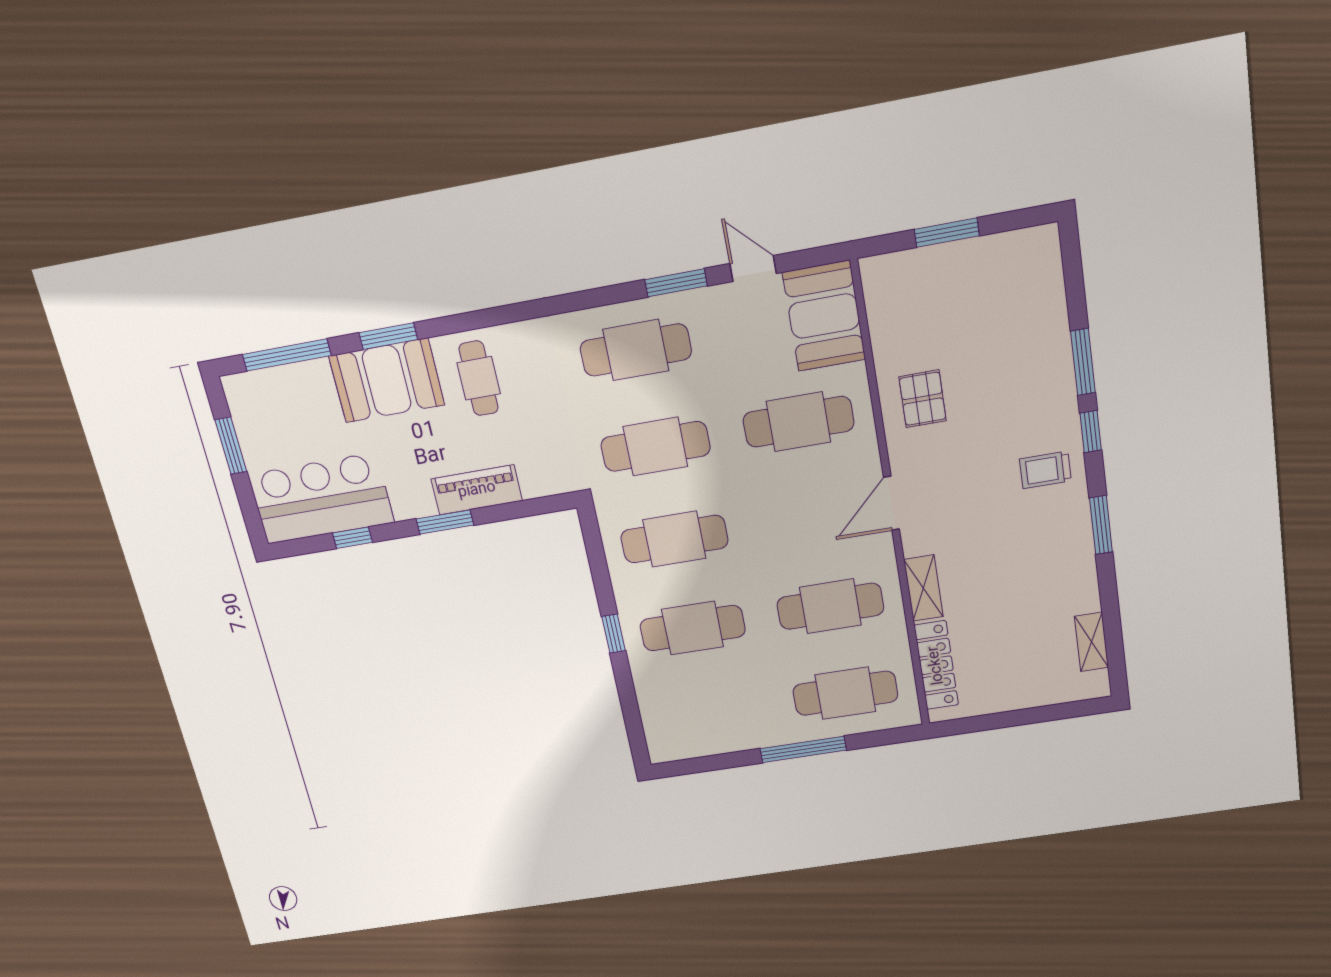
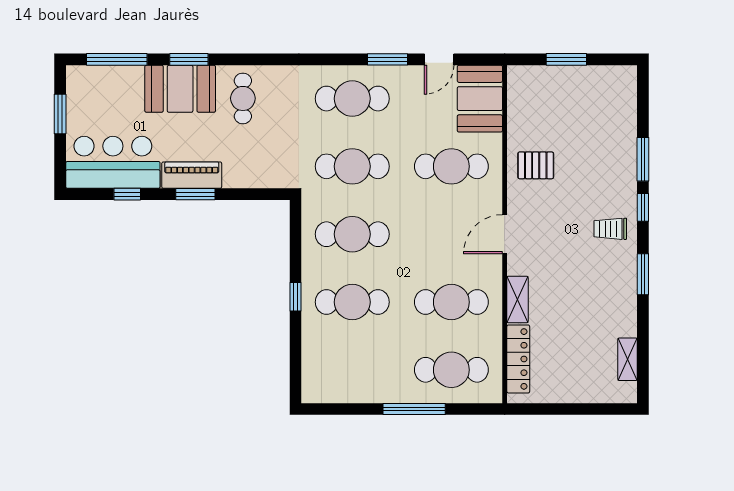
door: (753, 269) -> (439, 59), swing flipped
pallet: (923, 399) -> (536, 165), turned 90
piano: (477, 490) -> (192, 175), moved

